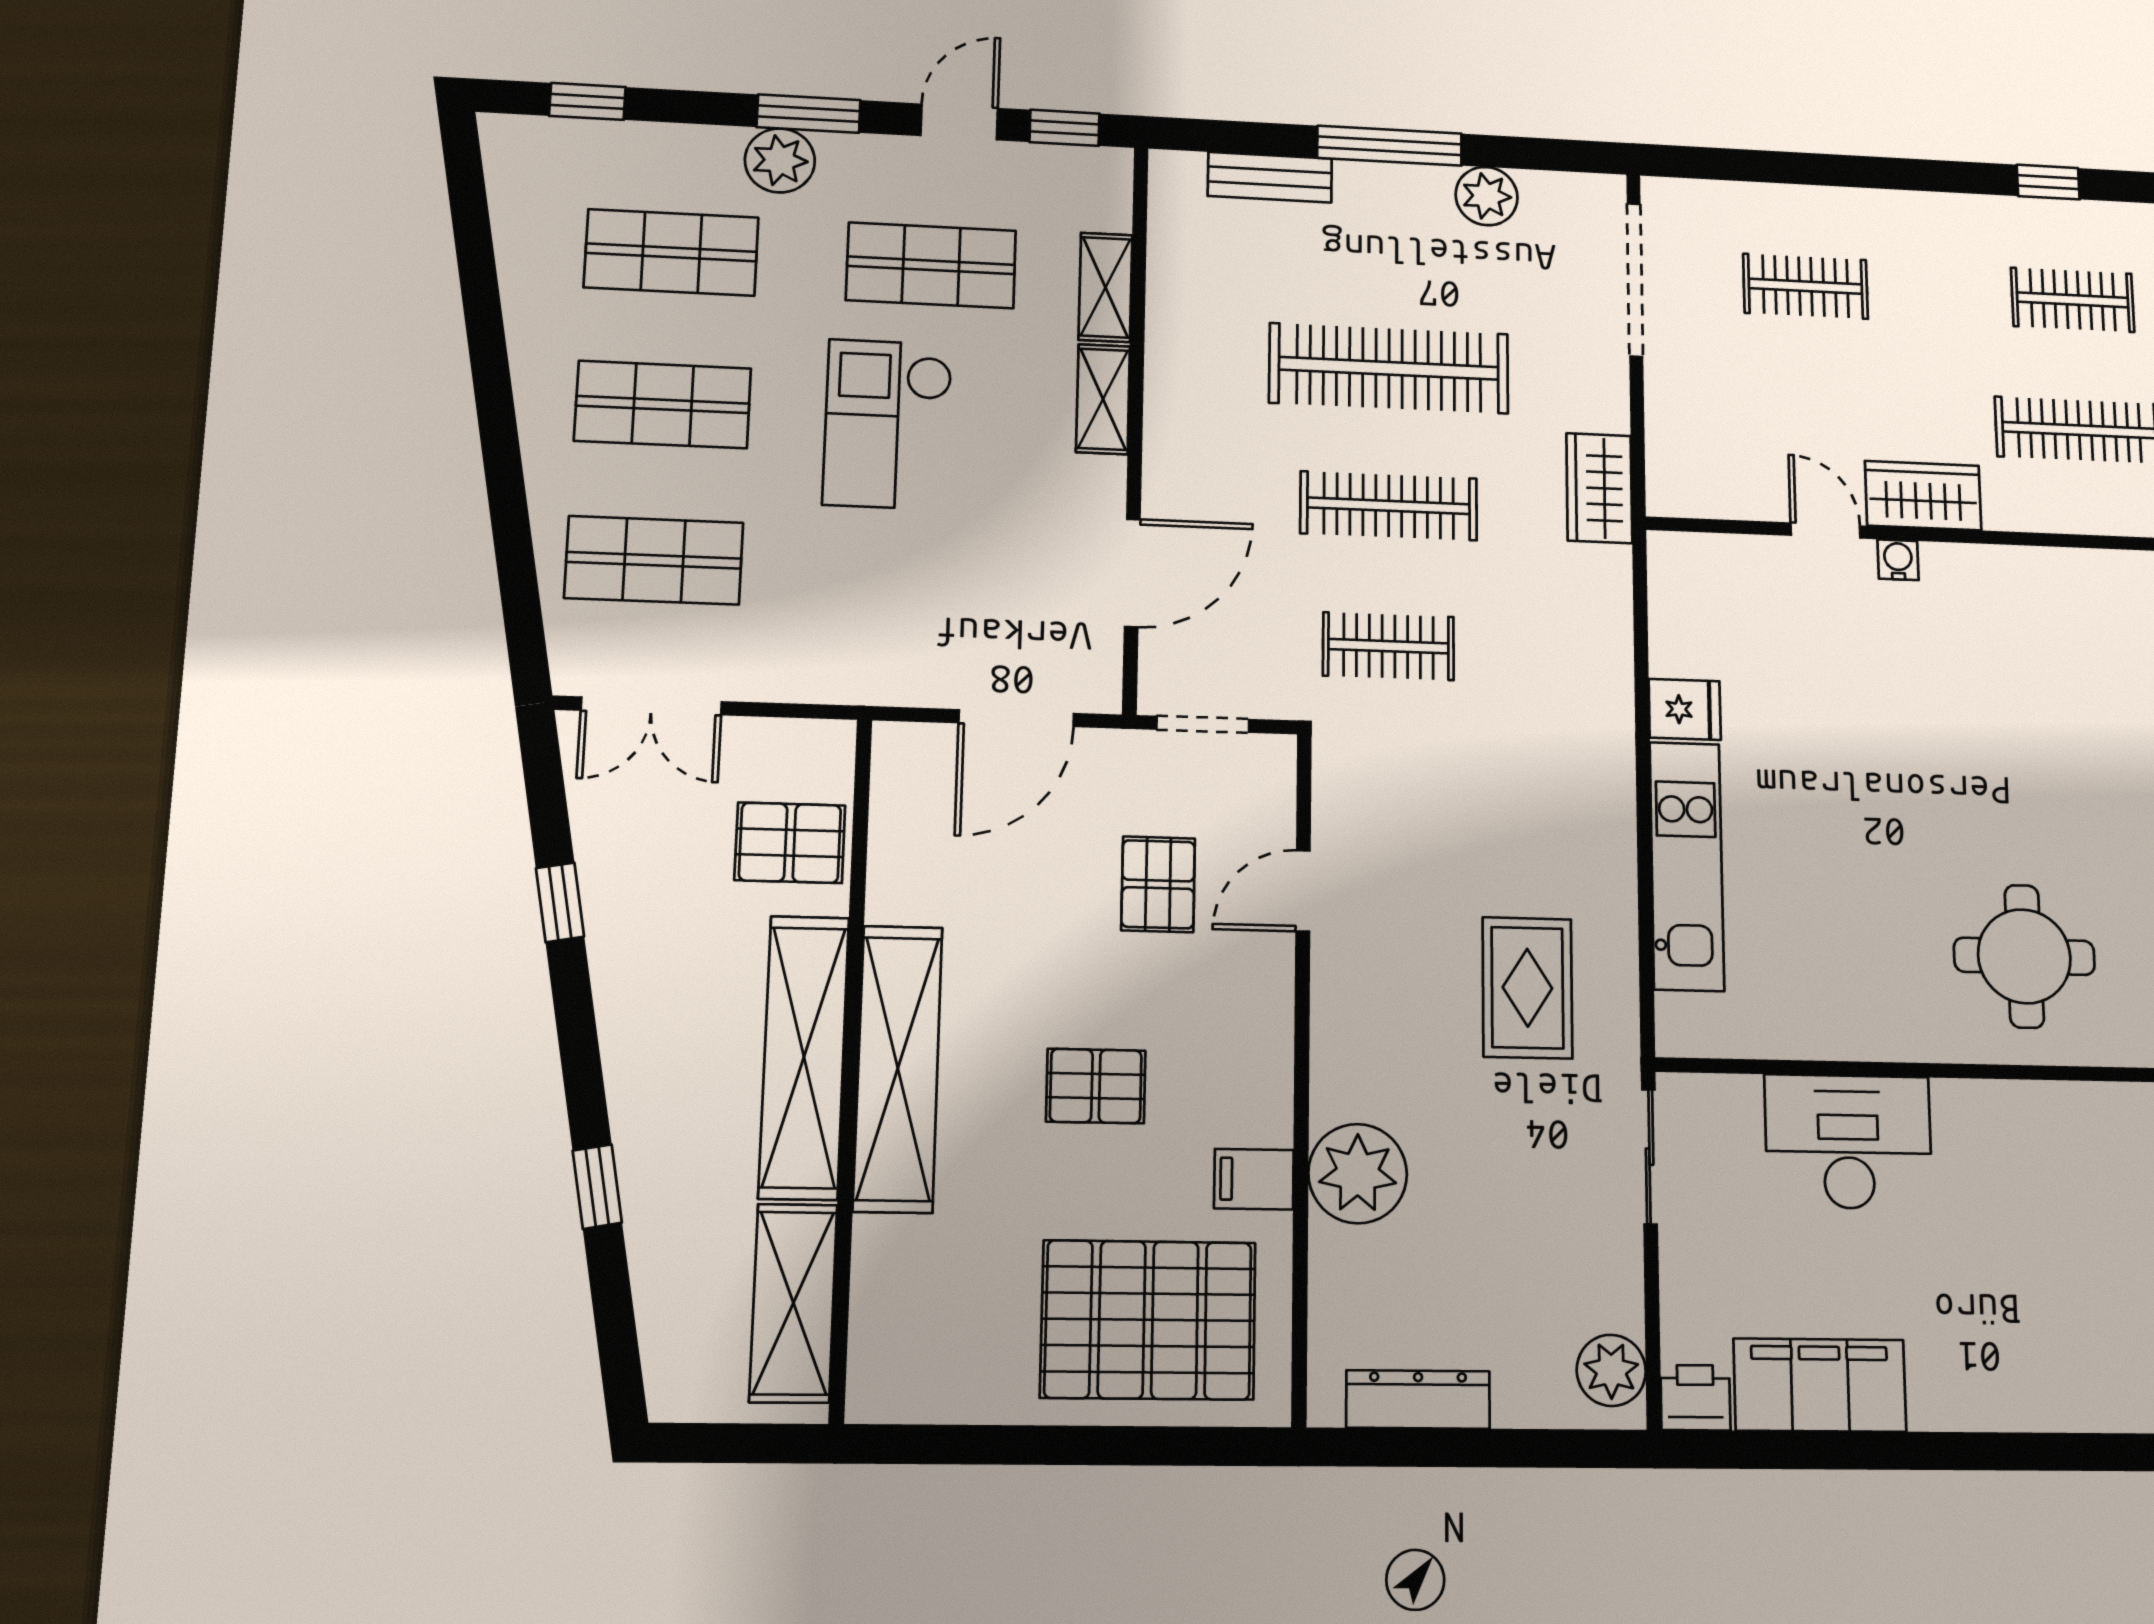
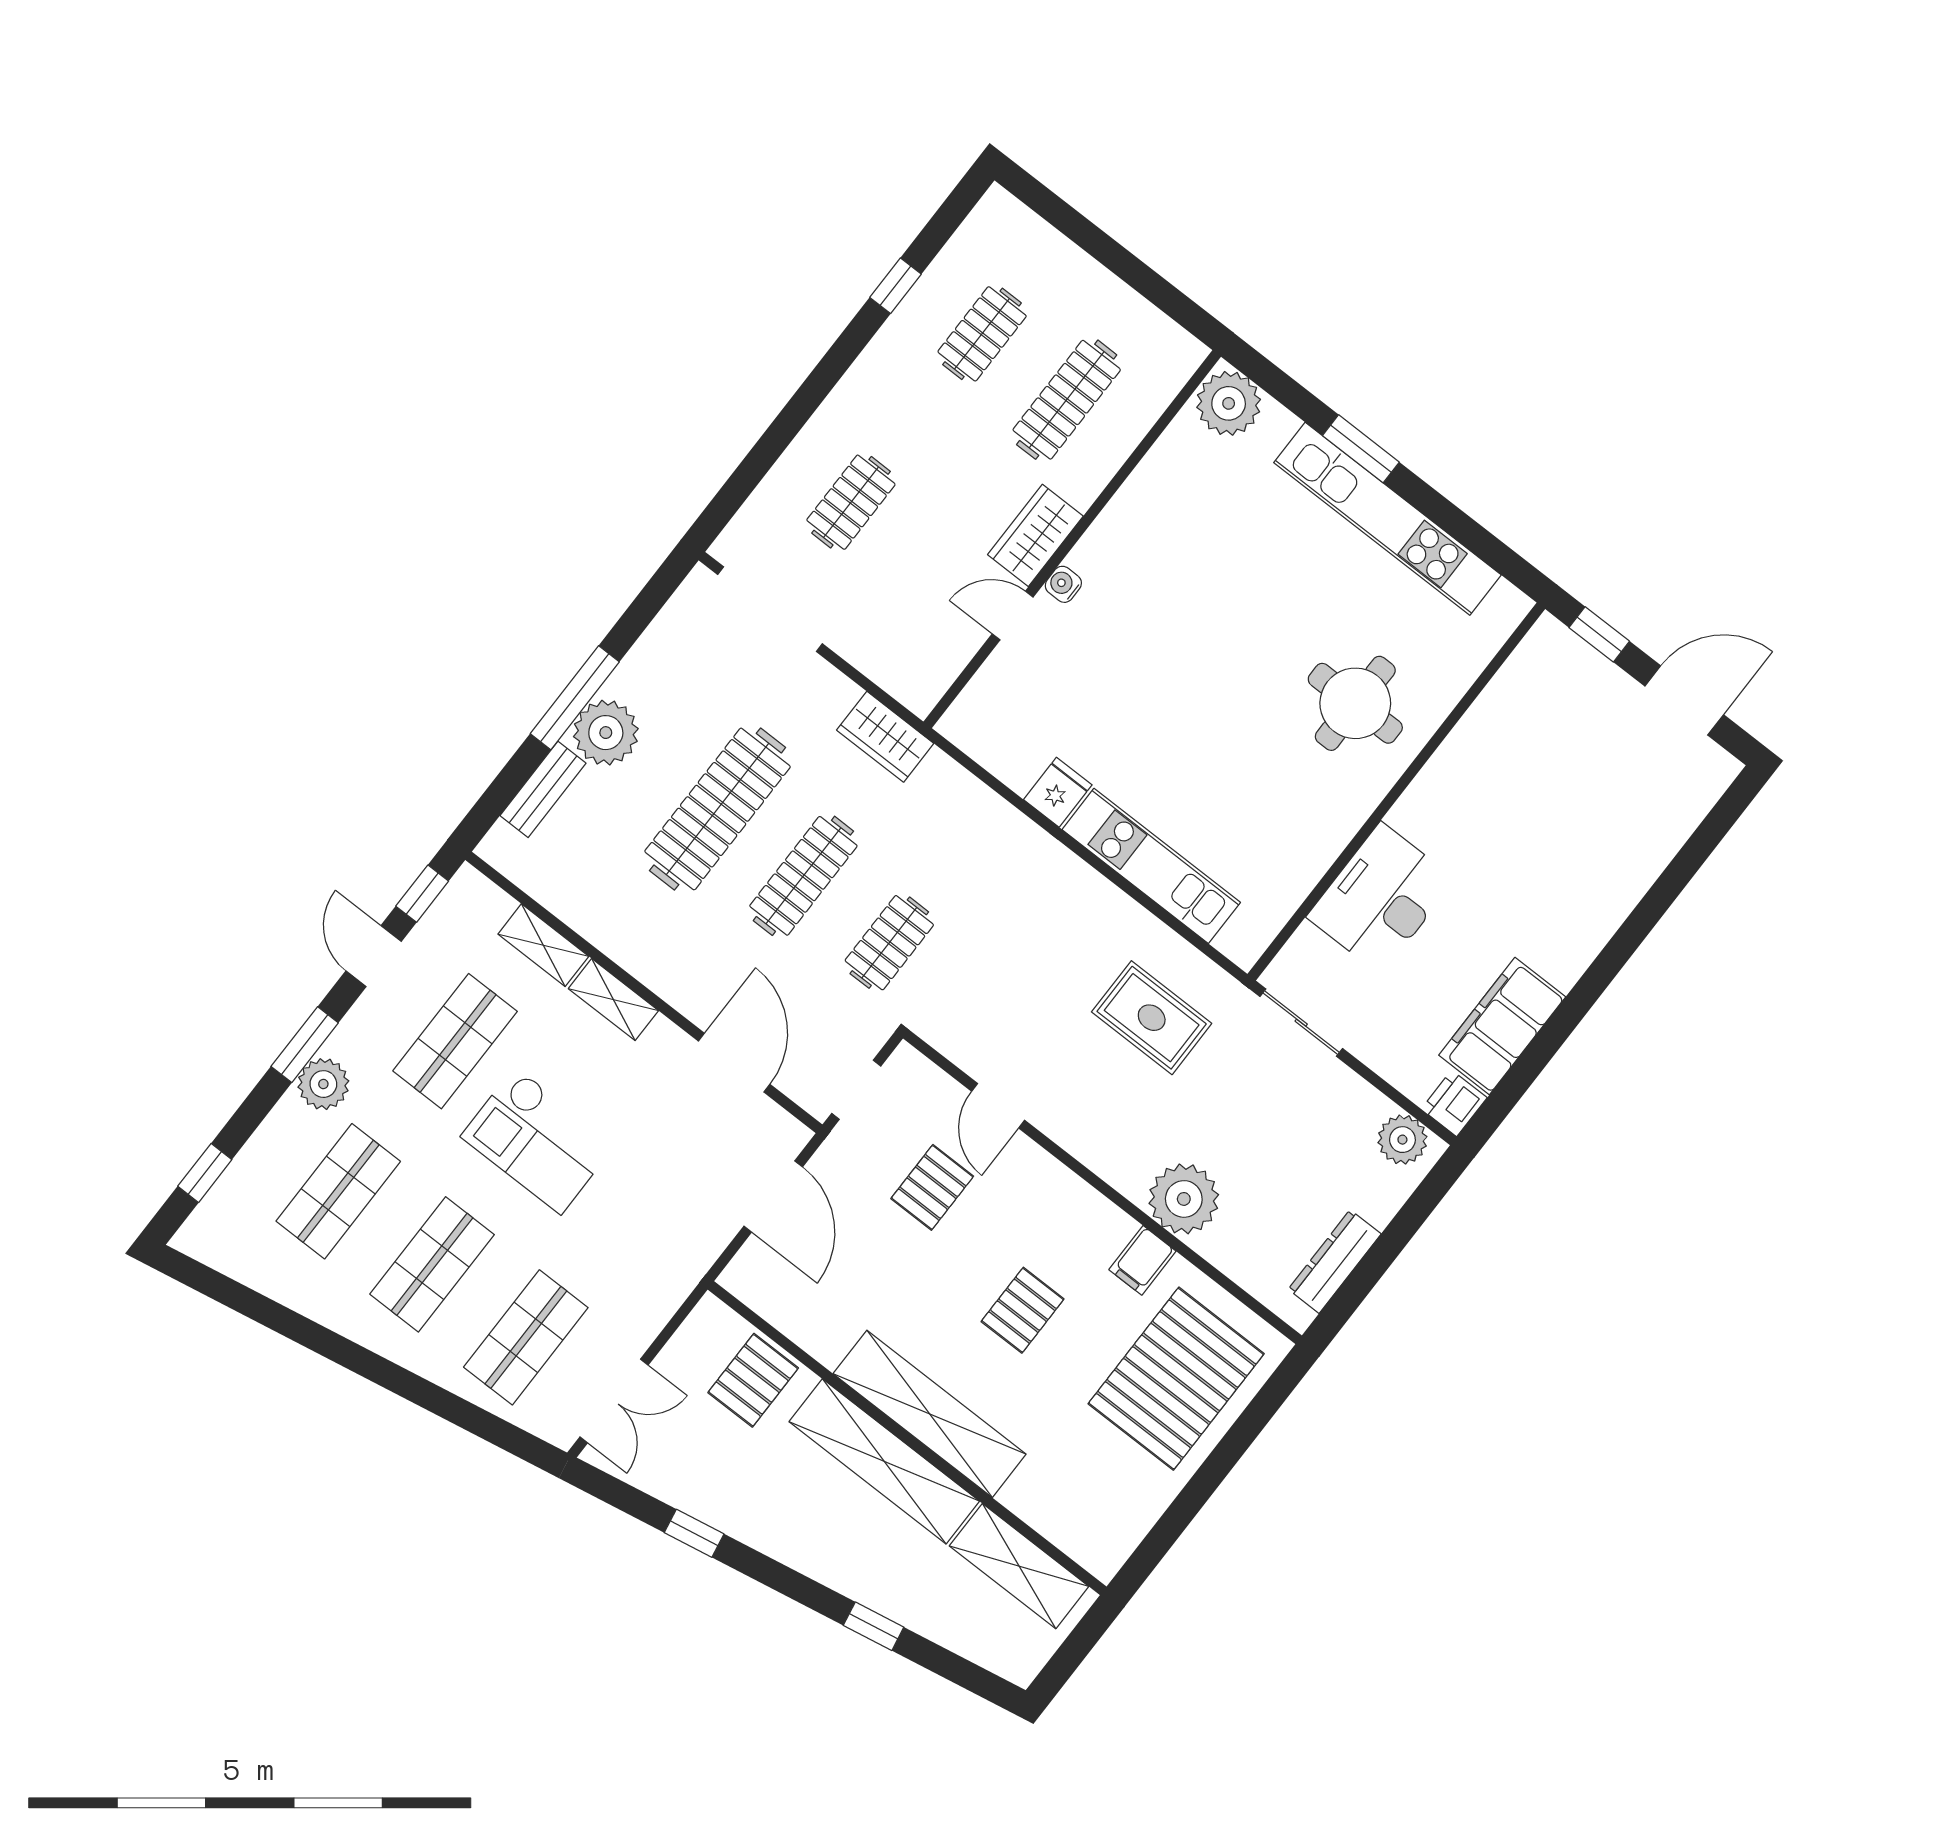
plant: (1487, 196) -> (606, 733), moved, width x1.36, depth x1.36
pallet: (1158, 884) -> (932, 1187), turned 90

